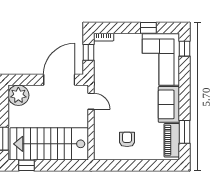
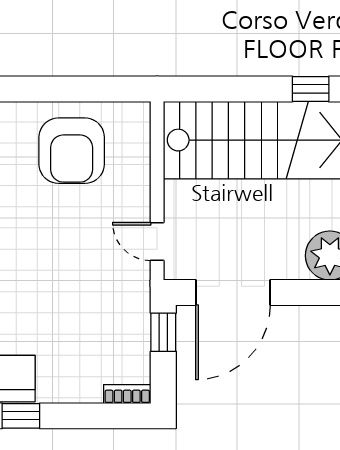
window: (88, 52) -> (163, 332), moved
armchair: (127, 139) -> (72, 151), width x1.88, depth x1.88

